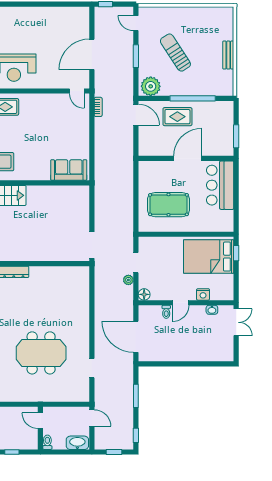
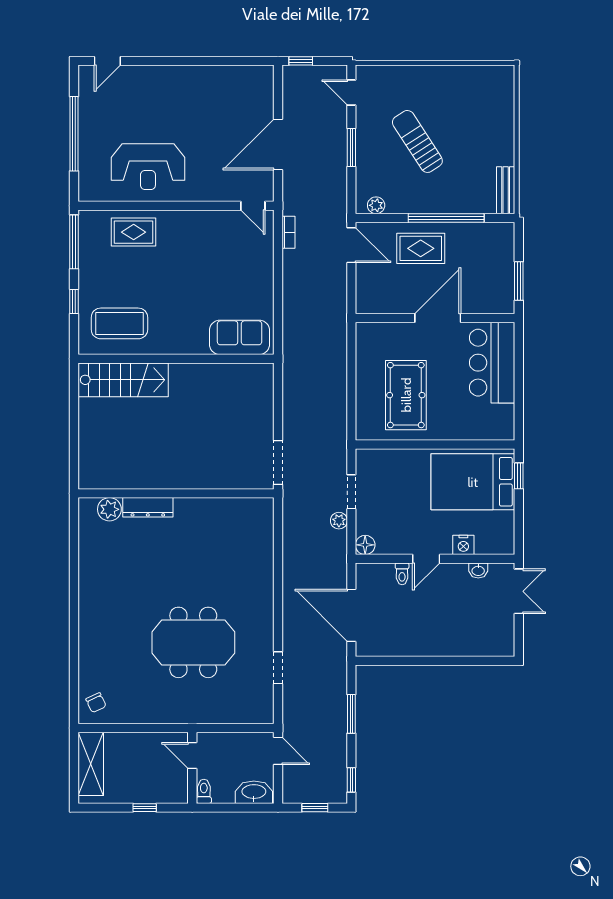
bench: (228, 55) -> (506, 190), moved
plant: (151, 86) -> (376, 205), width x0.53, depth x0.53
pool table: (168, 205) -> (406, 395), turned 90

